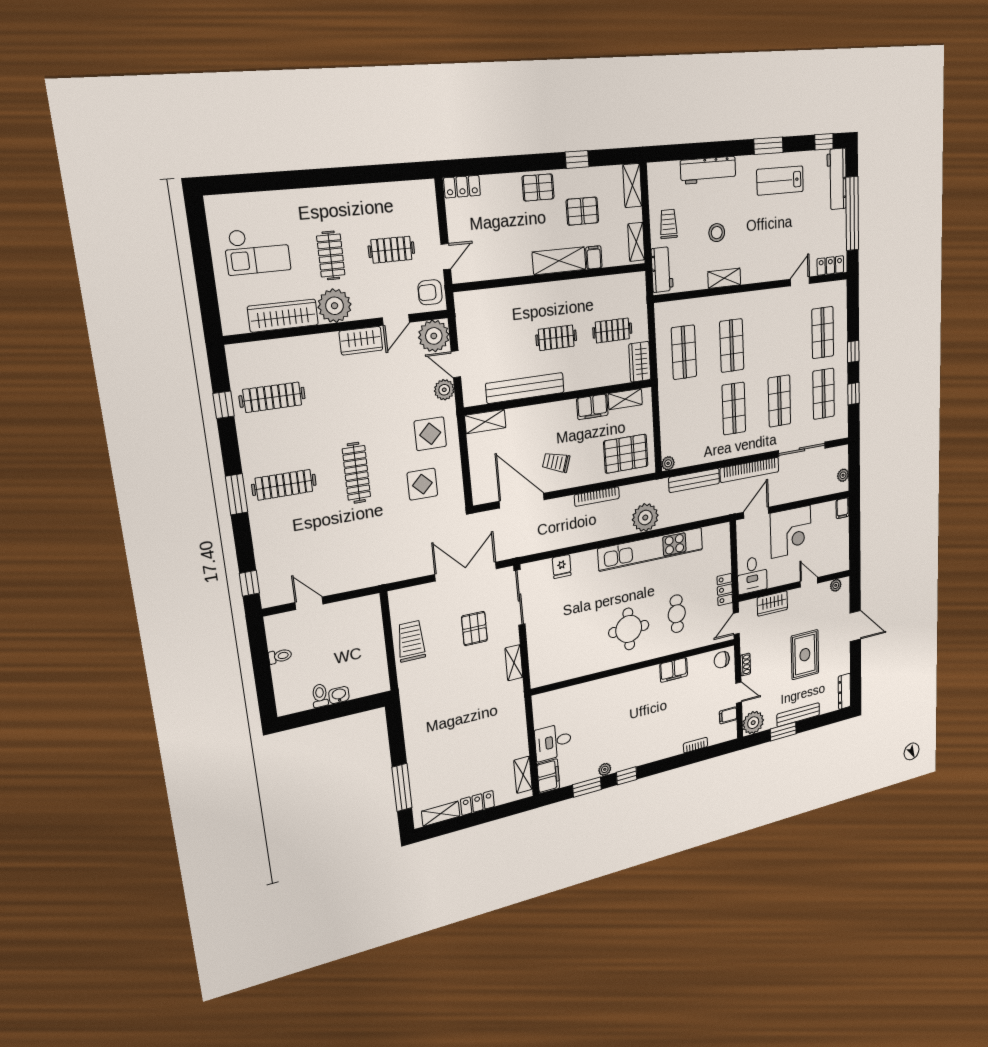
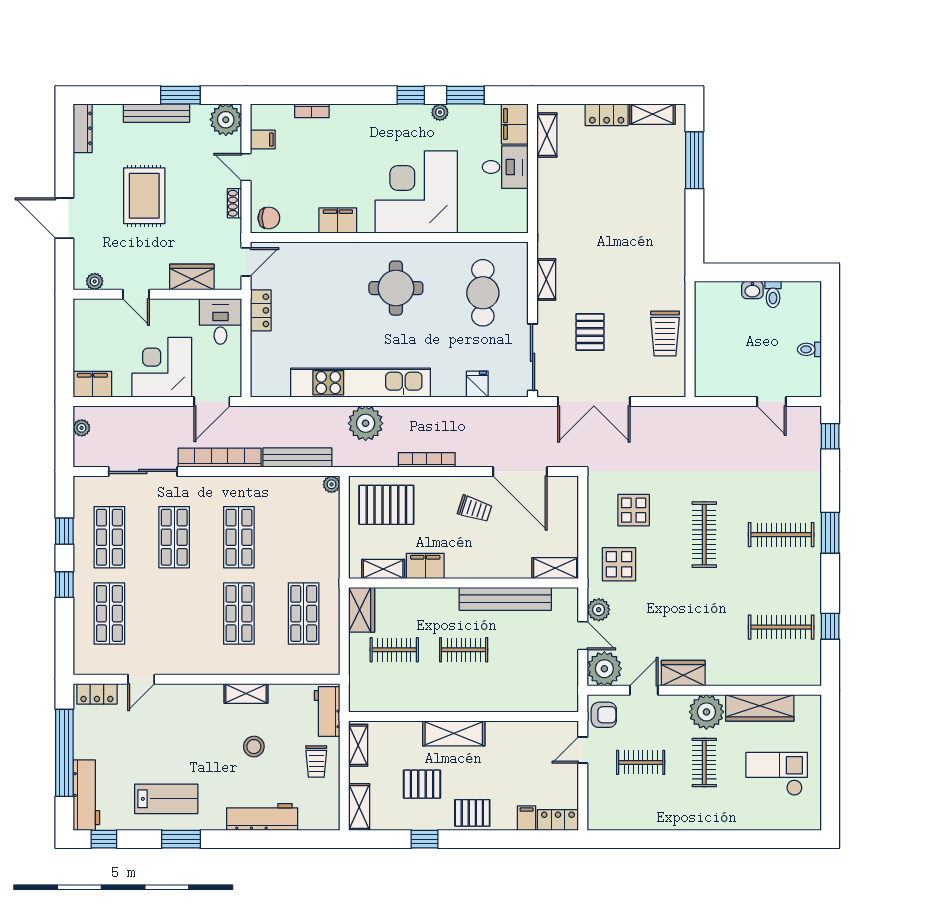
filing cabinet: (594, 257) -> (527, 818), moved, turned 180
filing cabinet: (843, 508) -> (92, 384), width x2.00
cafe table: (677, 614) -> (483, 293), moved, width x1.37, depth x1.35
corner desk: (618, 706) -> (416, 192), added

